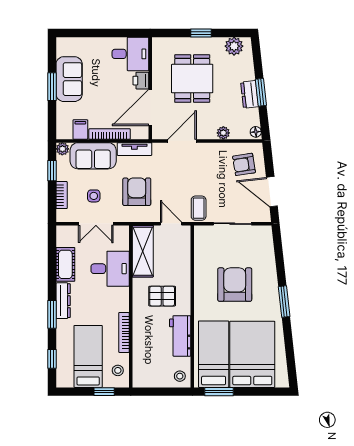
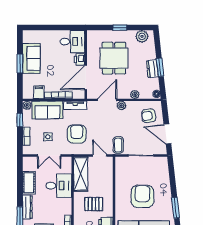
plant: (203, 149) -> (121, 106), added

